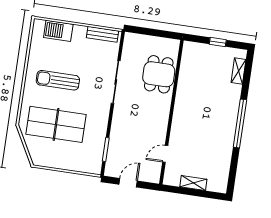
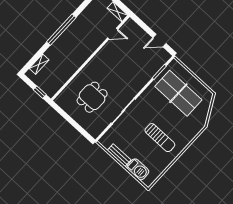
bench: (102, 34) -> (119, 155), moved
wall: (171, 112) -> (90, 58), moved
table tennis table: (56, 124) -> (178, 93), moved
door: (165, 154) -> (113, 34), moved

